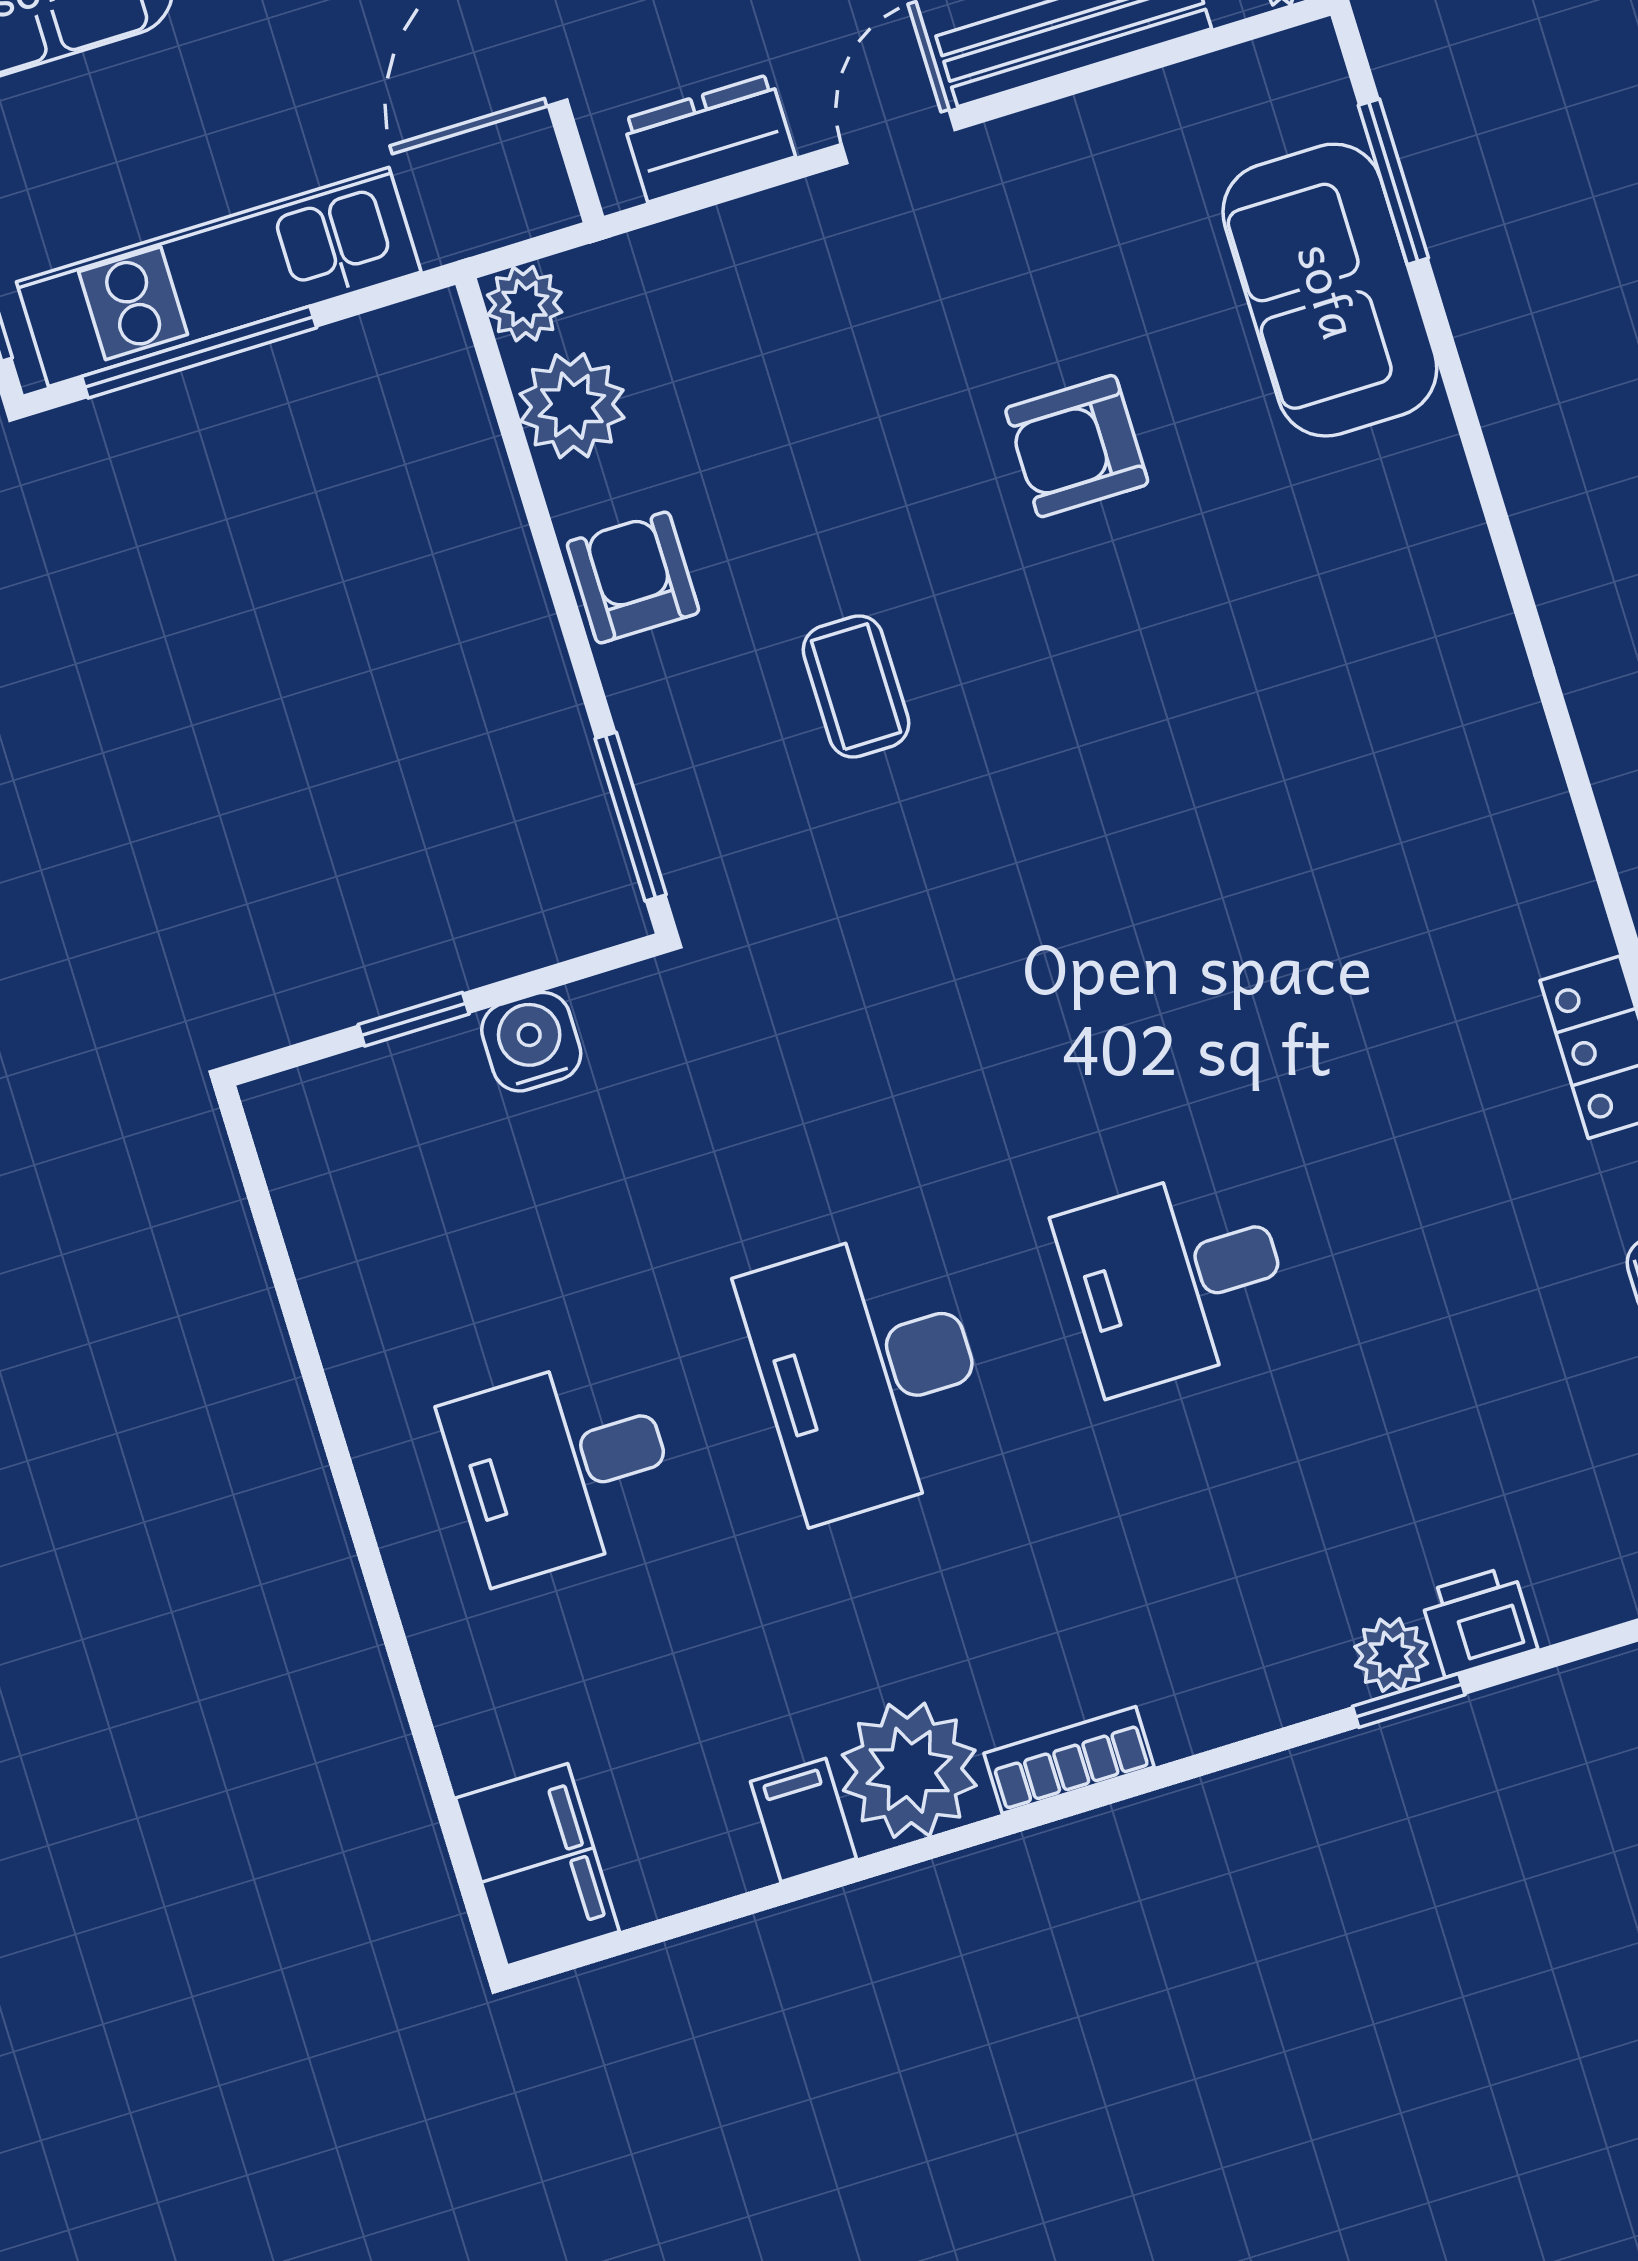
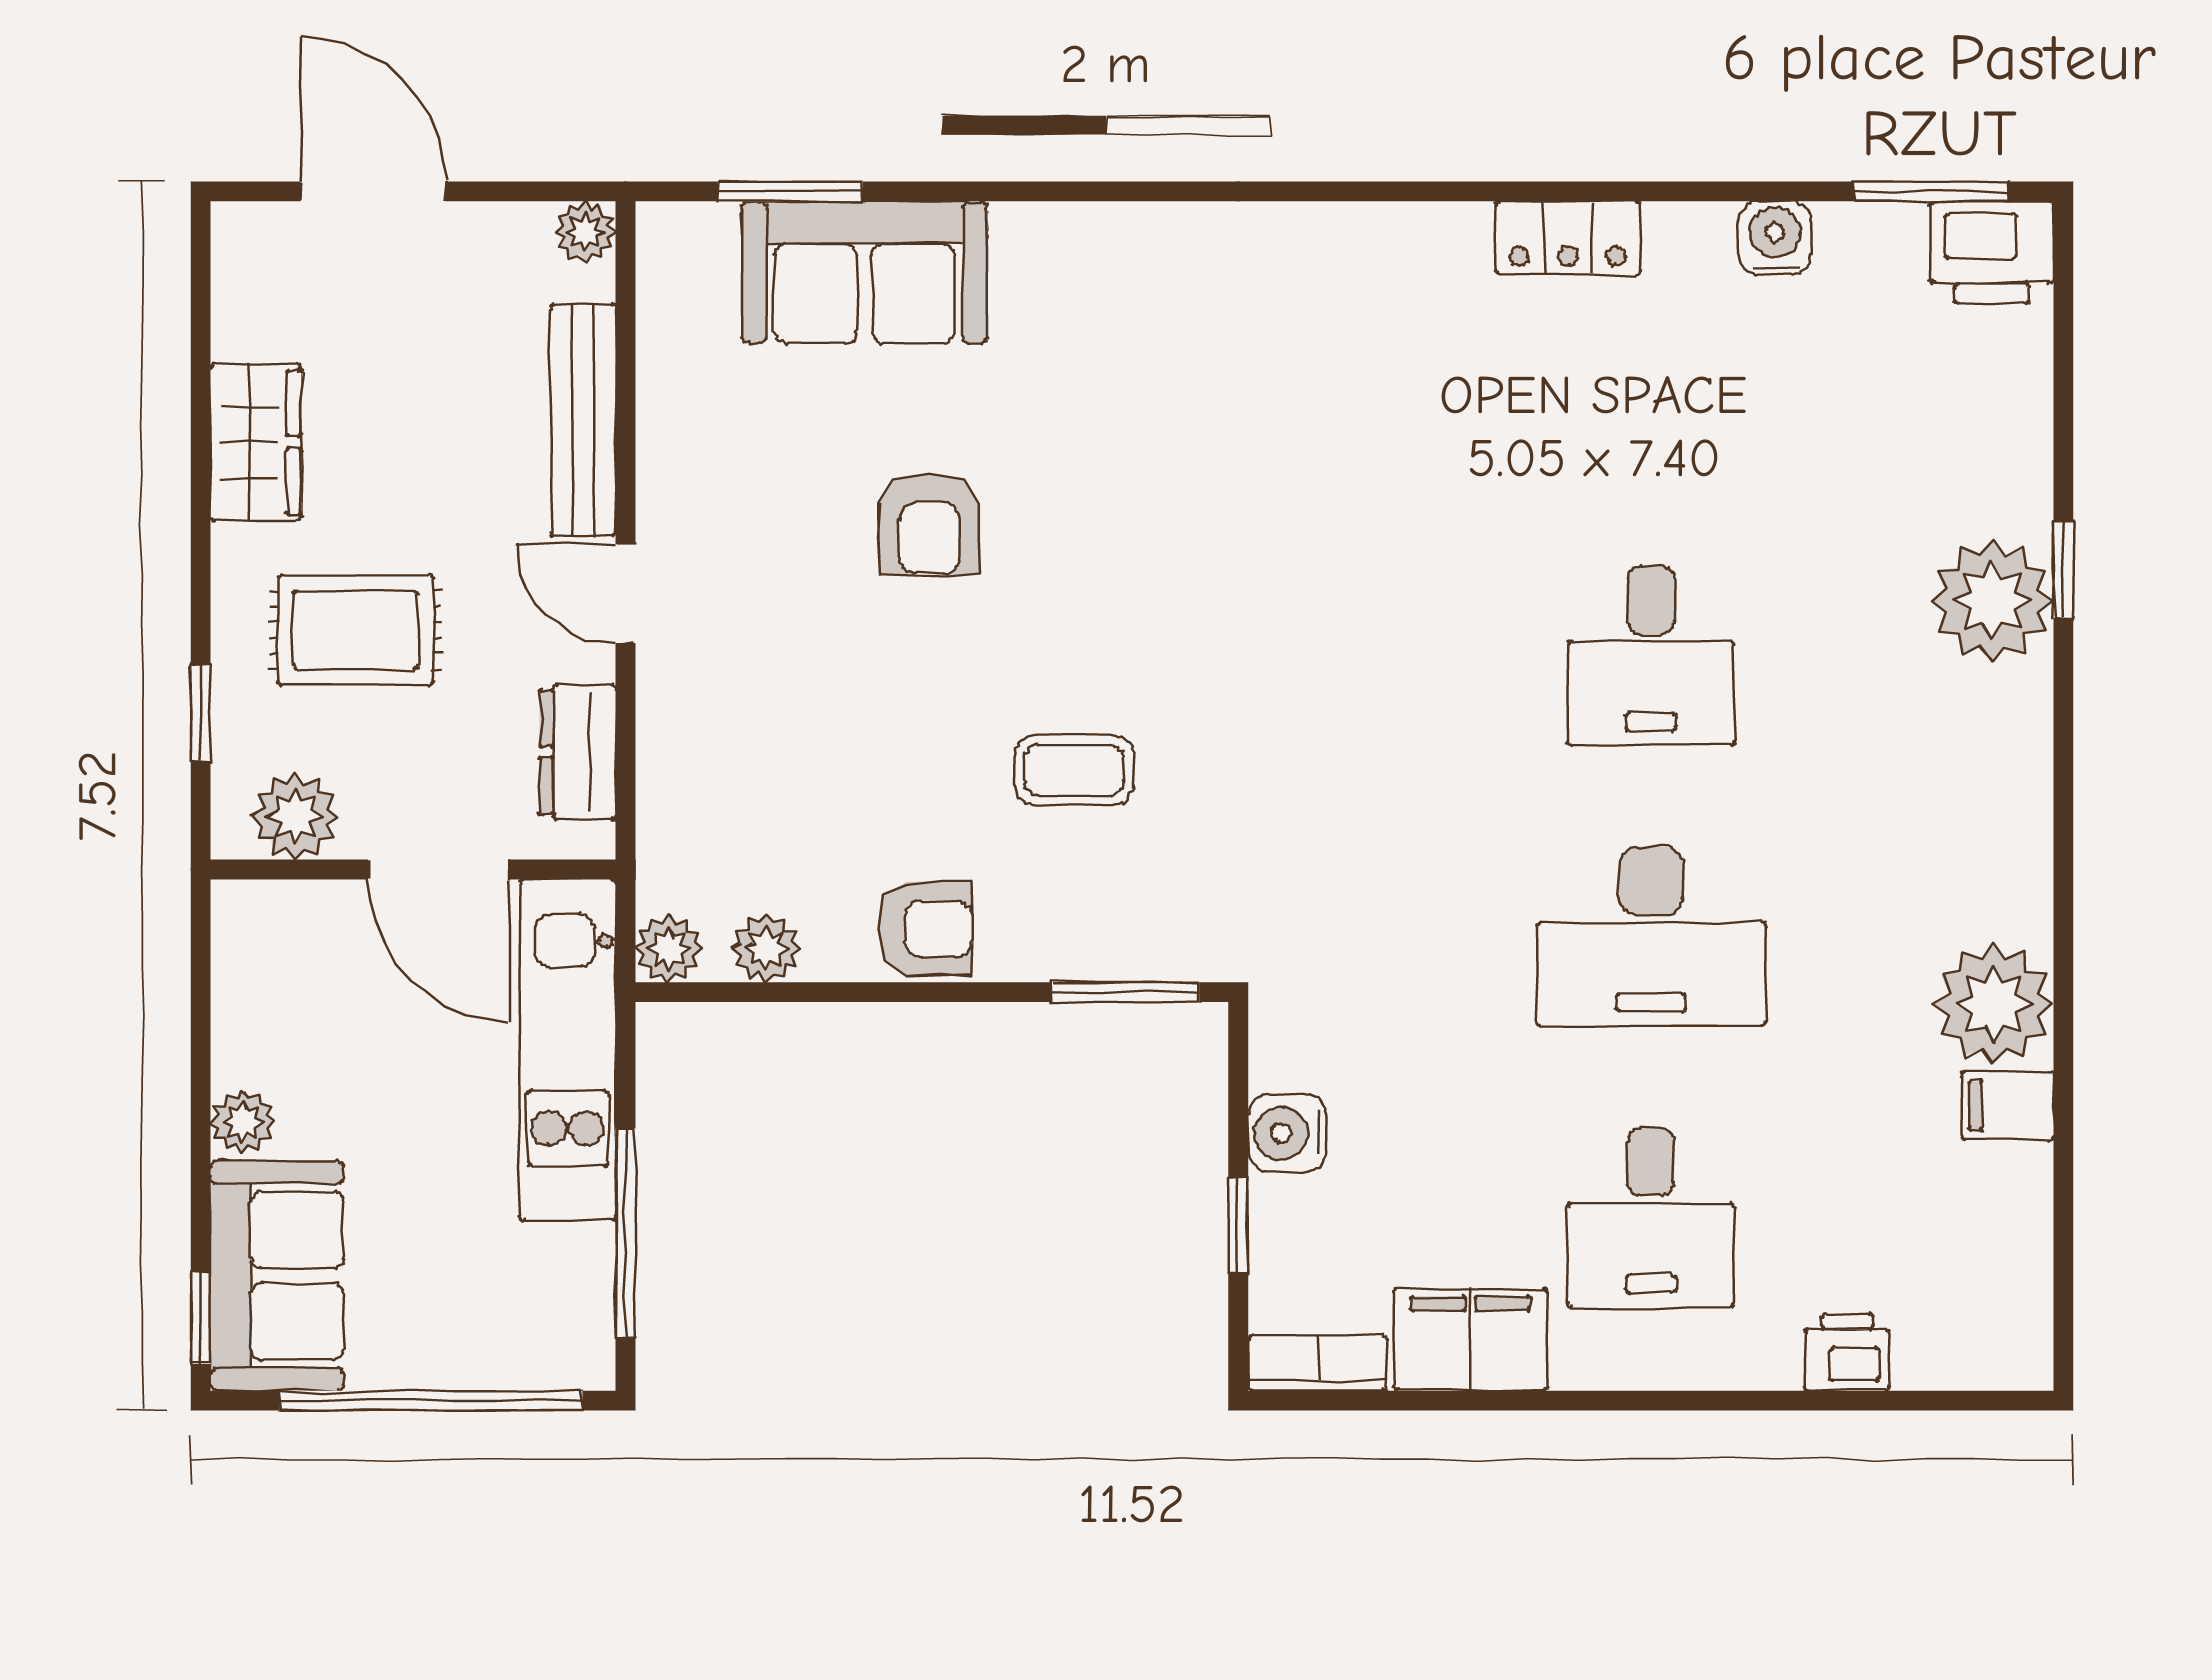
kitchen unit: (219, 277) -> (568, 1050), moved
plant: (572, 406) -> (766, 948), width x0.73, depth x0.73
armchair: (633, 577) -> (925, 929), turned 180
printer: (1478, 1621) -> (1847, 1352), moved, turned 90
plant: (1391, 1655) -> (1992, 601), width x1.88, depth x1.88
bookcase: (1069, 1760) -> (1317, 1363), moved, turned 90
filing cabinet: (537, 1865) -> (1470, 1340), moved

